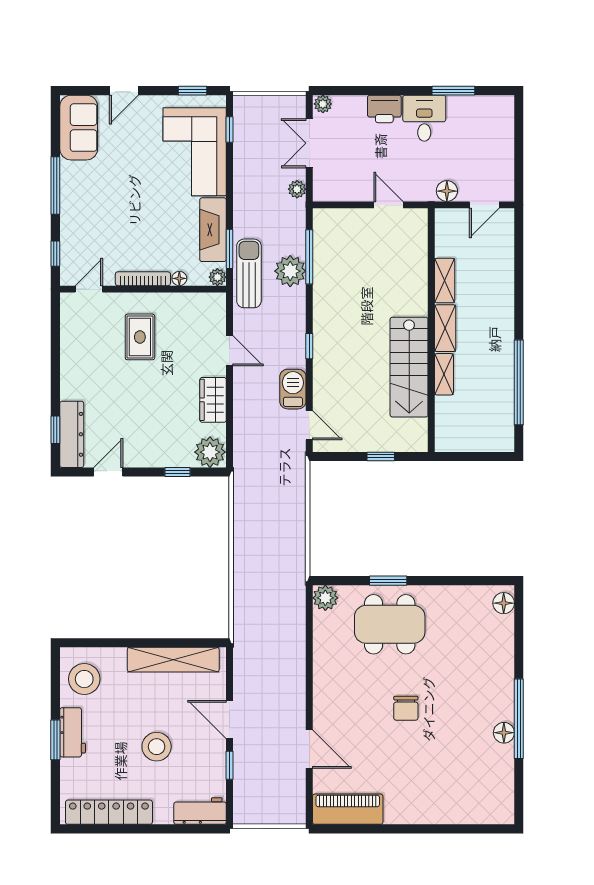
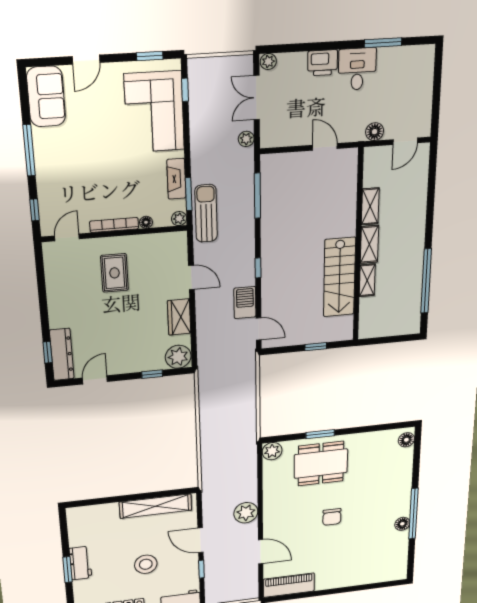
fireplace: (213, 230) -> (176, 179), width x0.73, depth x0.76
plant: (290, 271) -> (246, 513), moved
stool: (84, 679) -> (87, 527), removed

